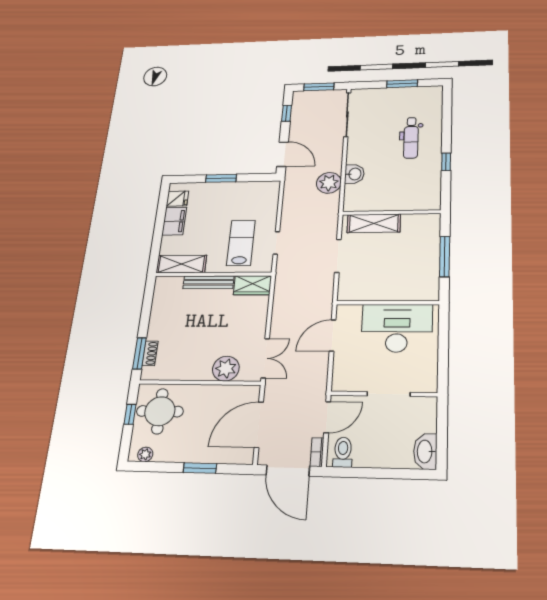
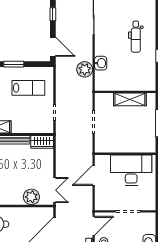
shelving: (374, 223) -> (130, 99), moved
lab bench: (241, 243) -> (28, 88), moved, turned 90

